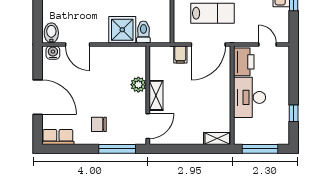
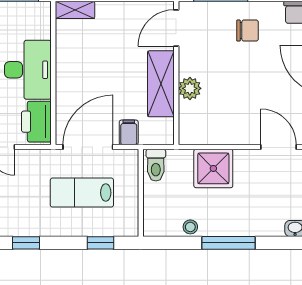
toilet: (143, 32) -> (156, 165), moved
shelving: (156, 95) -> (161, 84), width x1.50, depth x1.33

